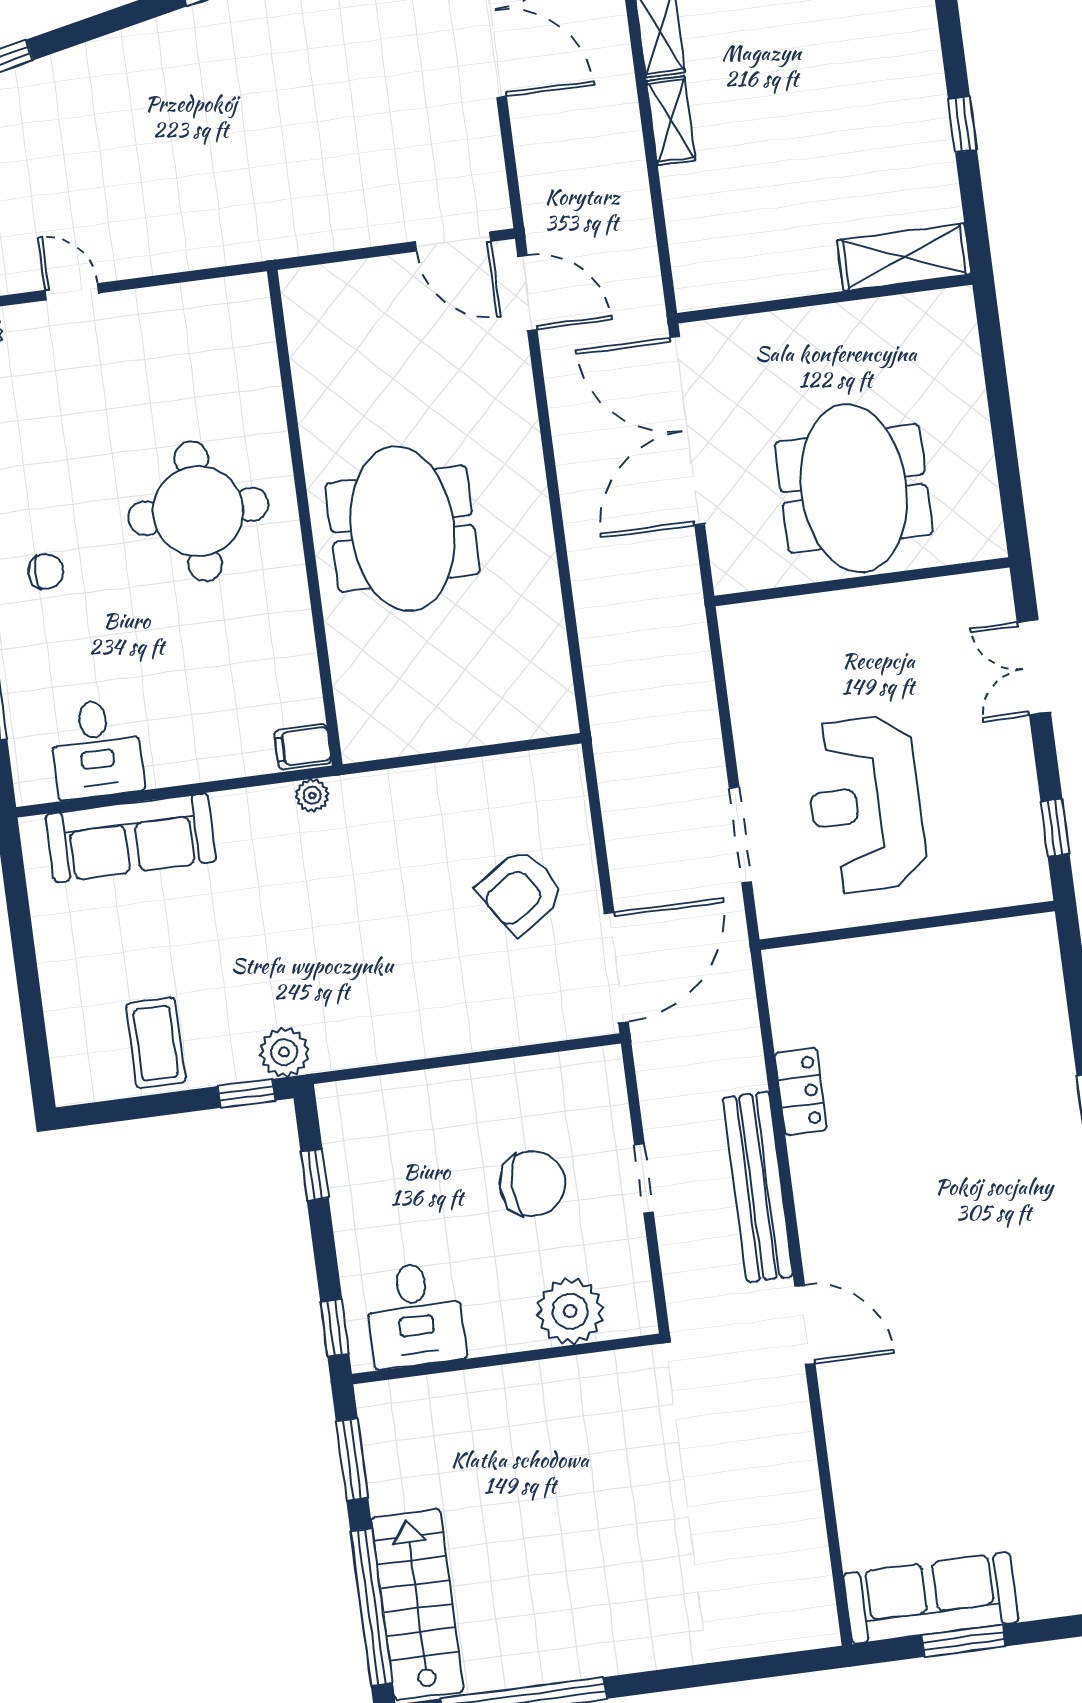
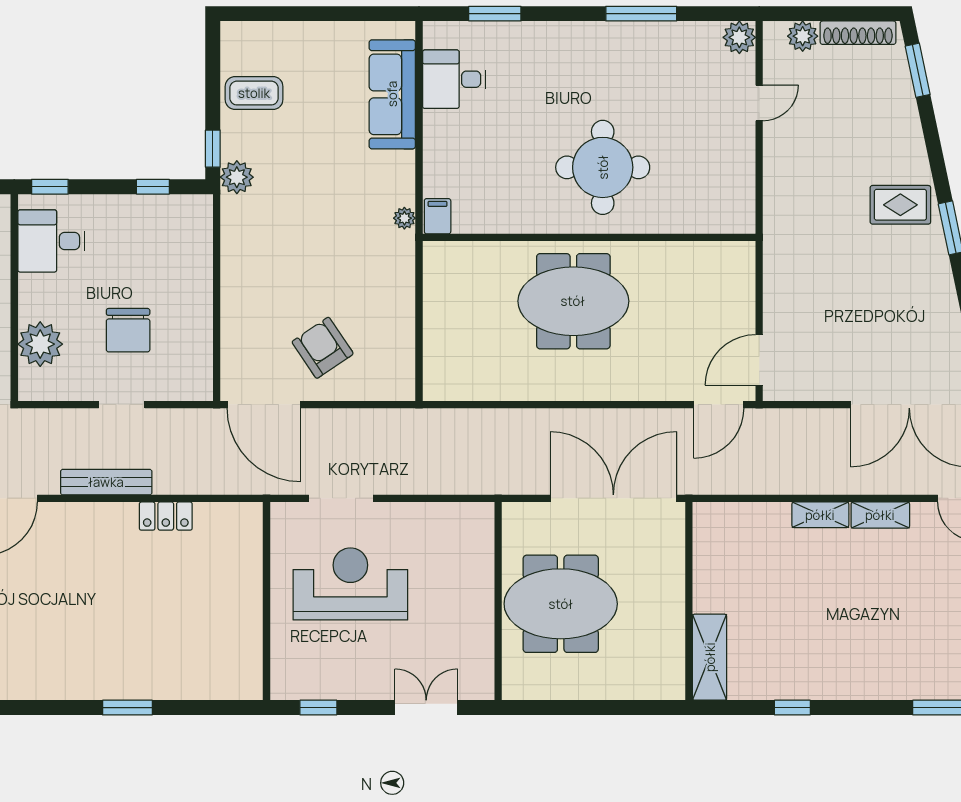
rug: (195, 62) -> (900, 205), added
chair: (46, 571) -> (576, 61), removed
bench: (758, 1187) -> (106, 482), width x0.73, depth x0.82

